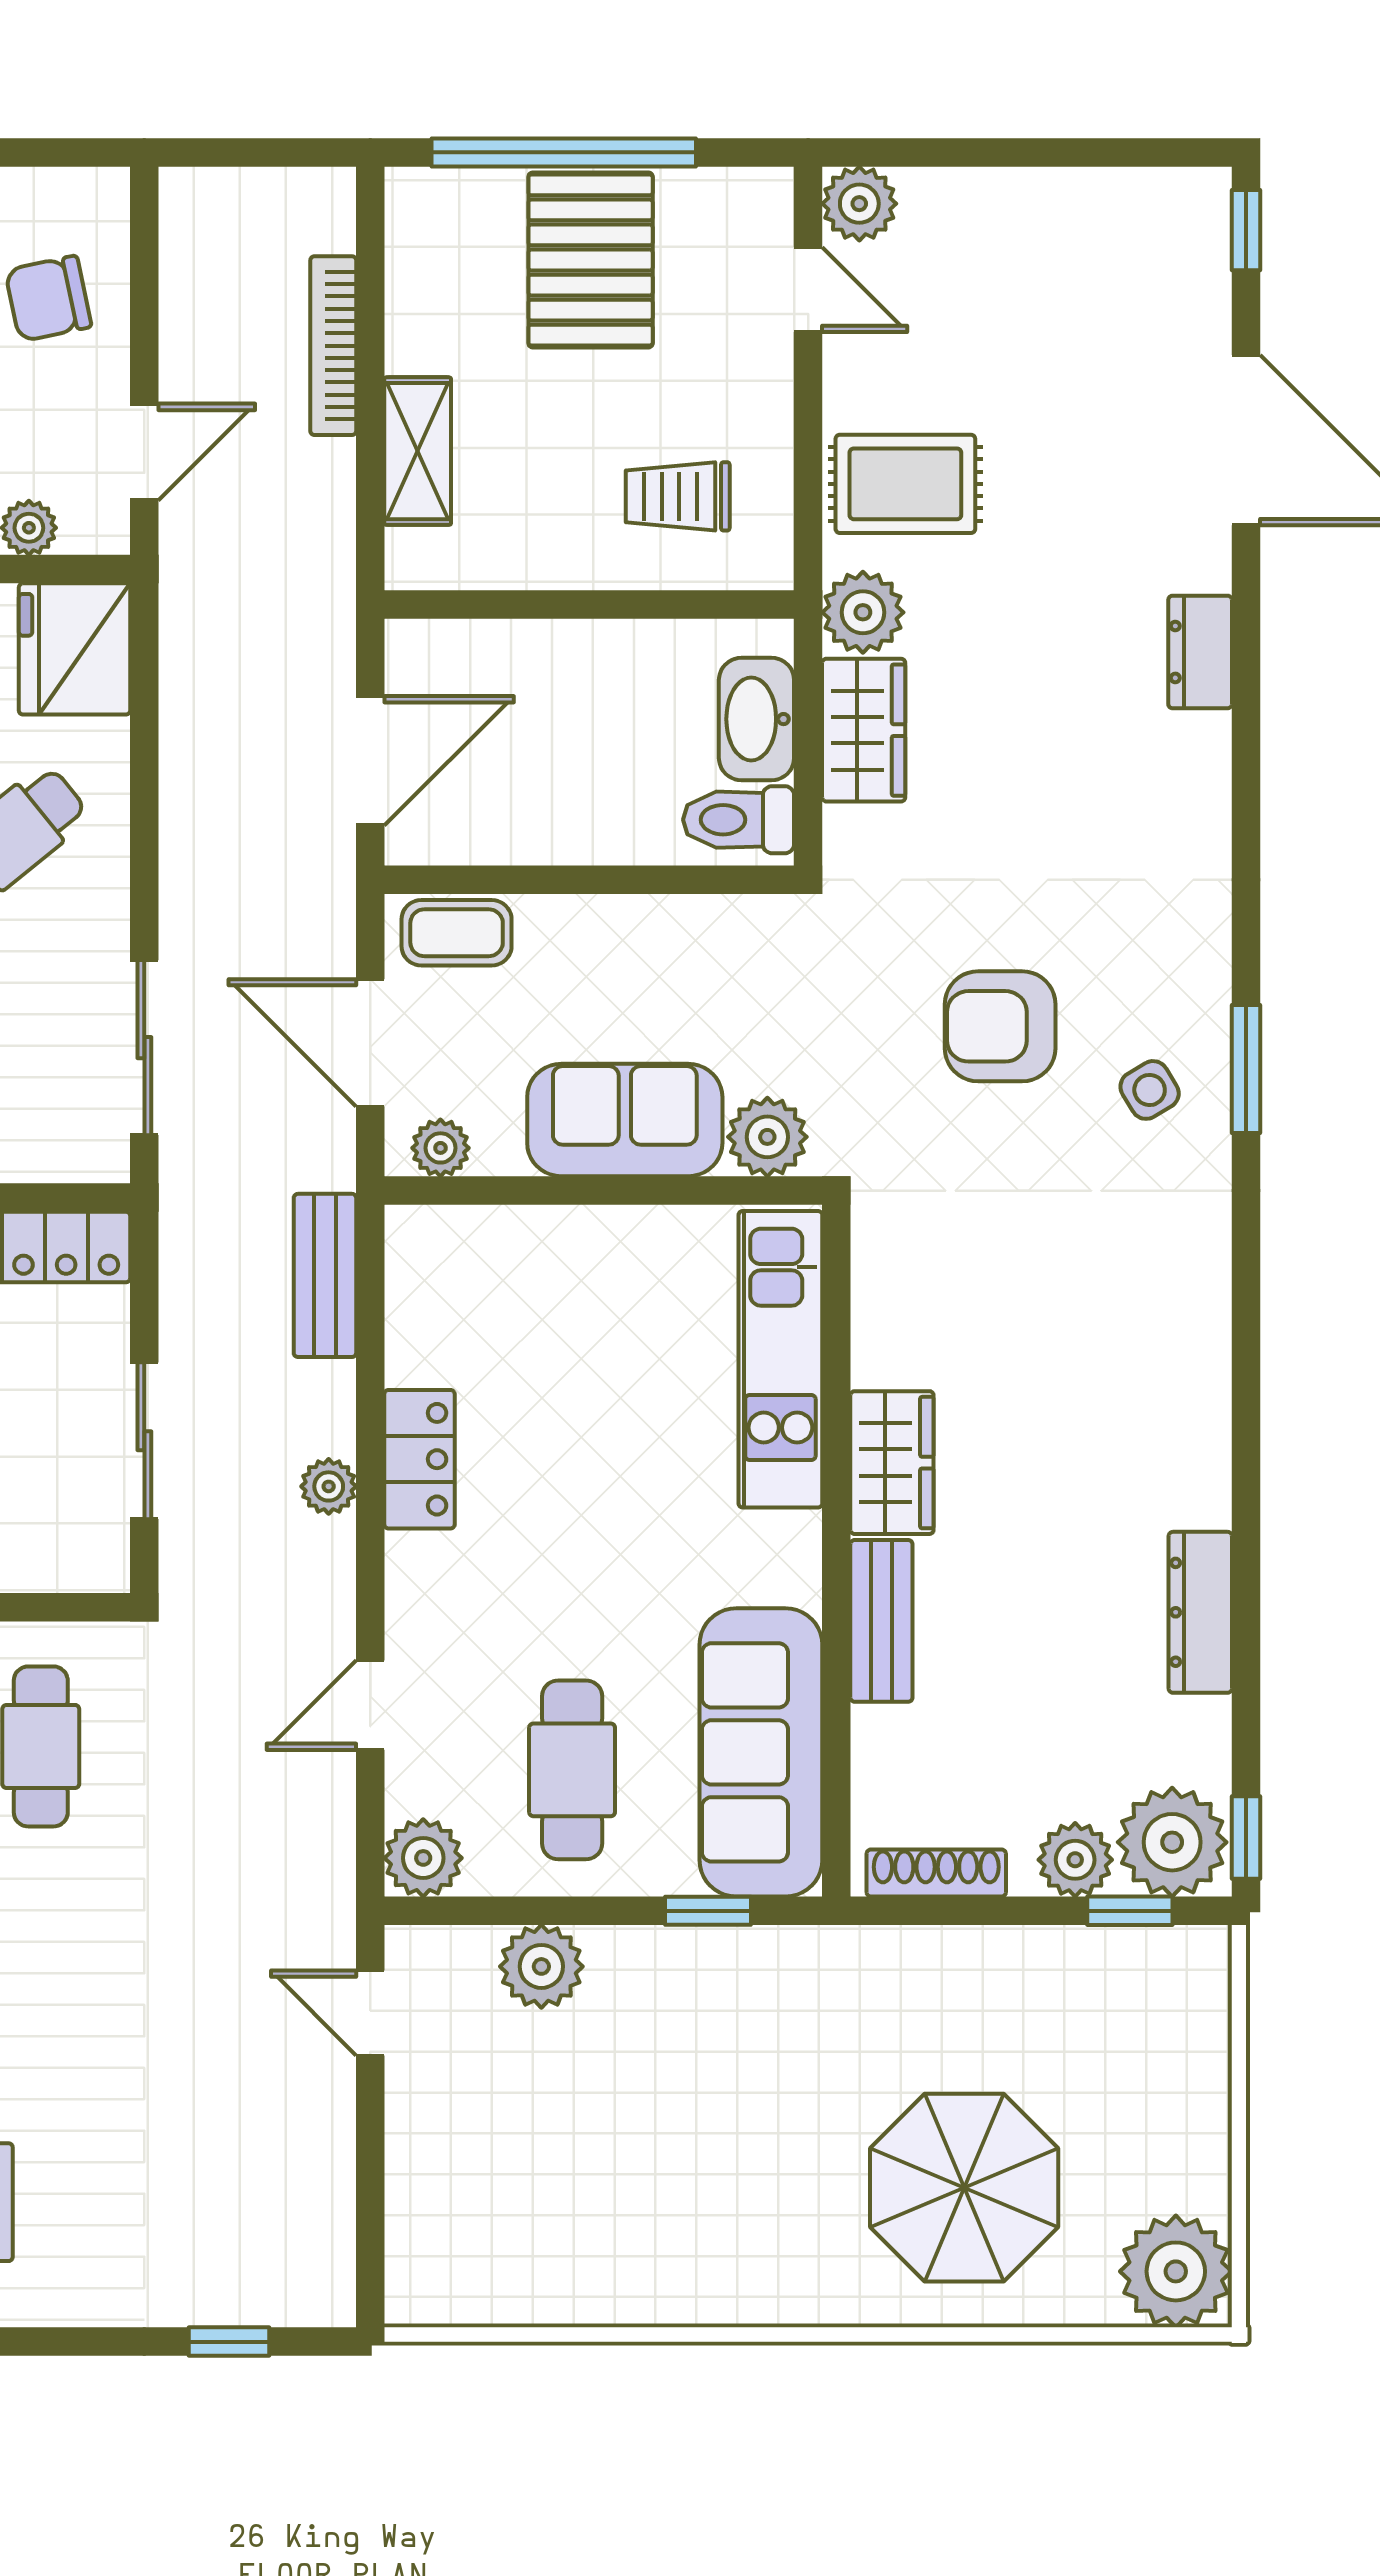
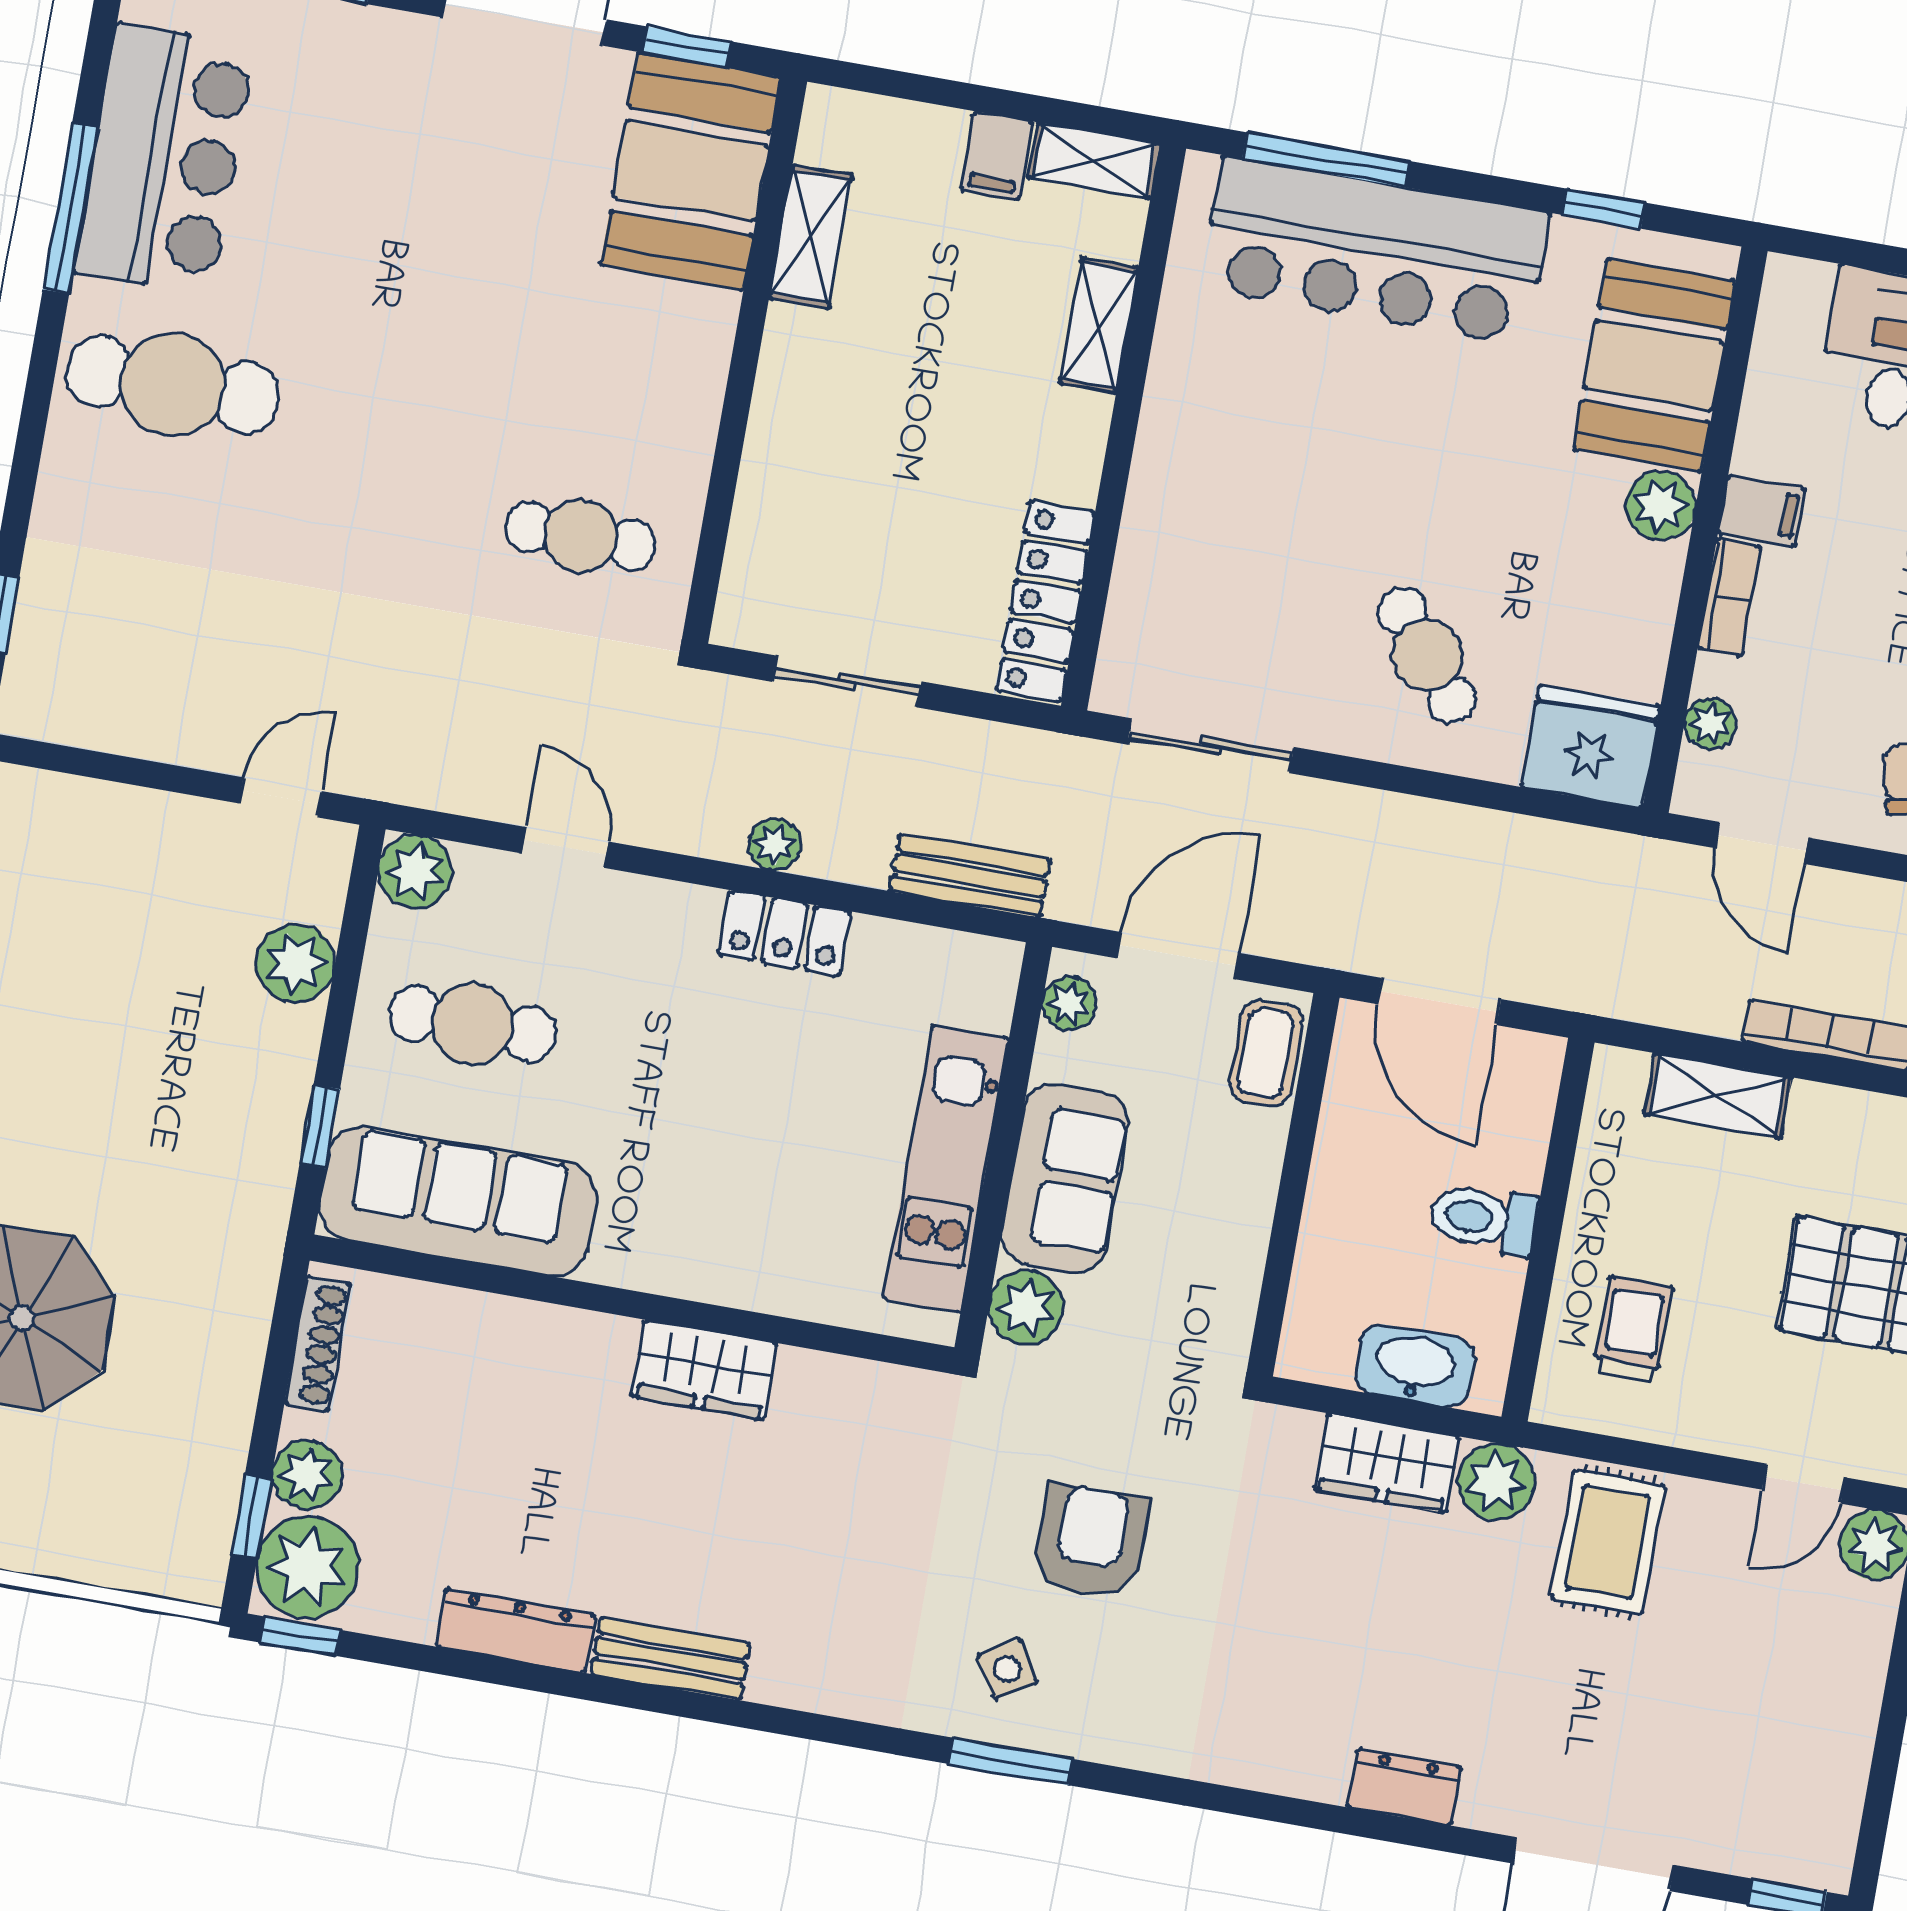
toilet: (739, 820) -> (1484, 1219), moved, turned -90
kitchen unit: (780, 1359) -> (946, 1169), moved, turned -90
bench: (881, 1621) -> (670, 1658), moved

